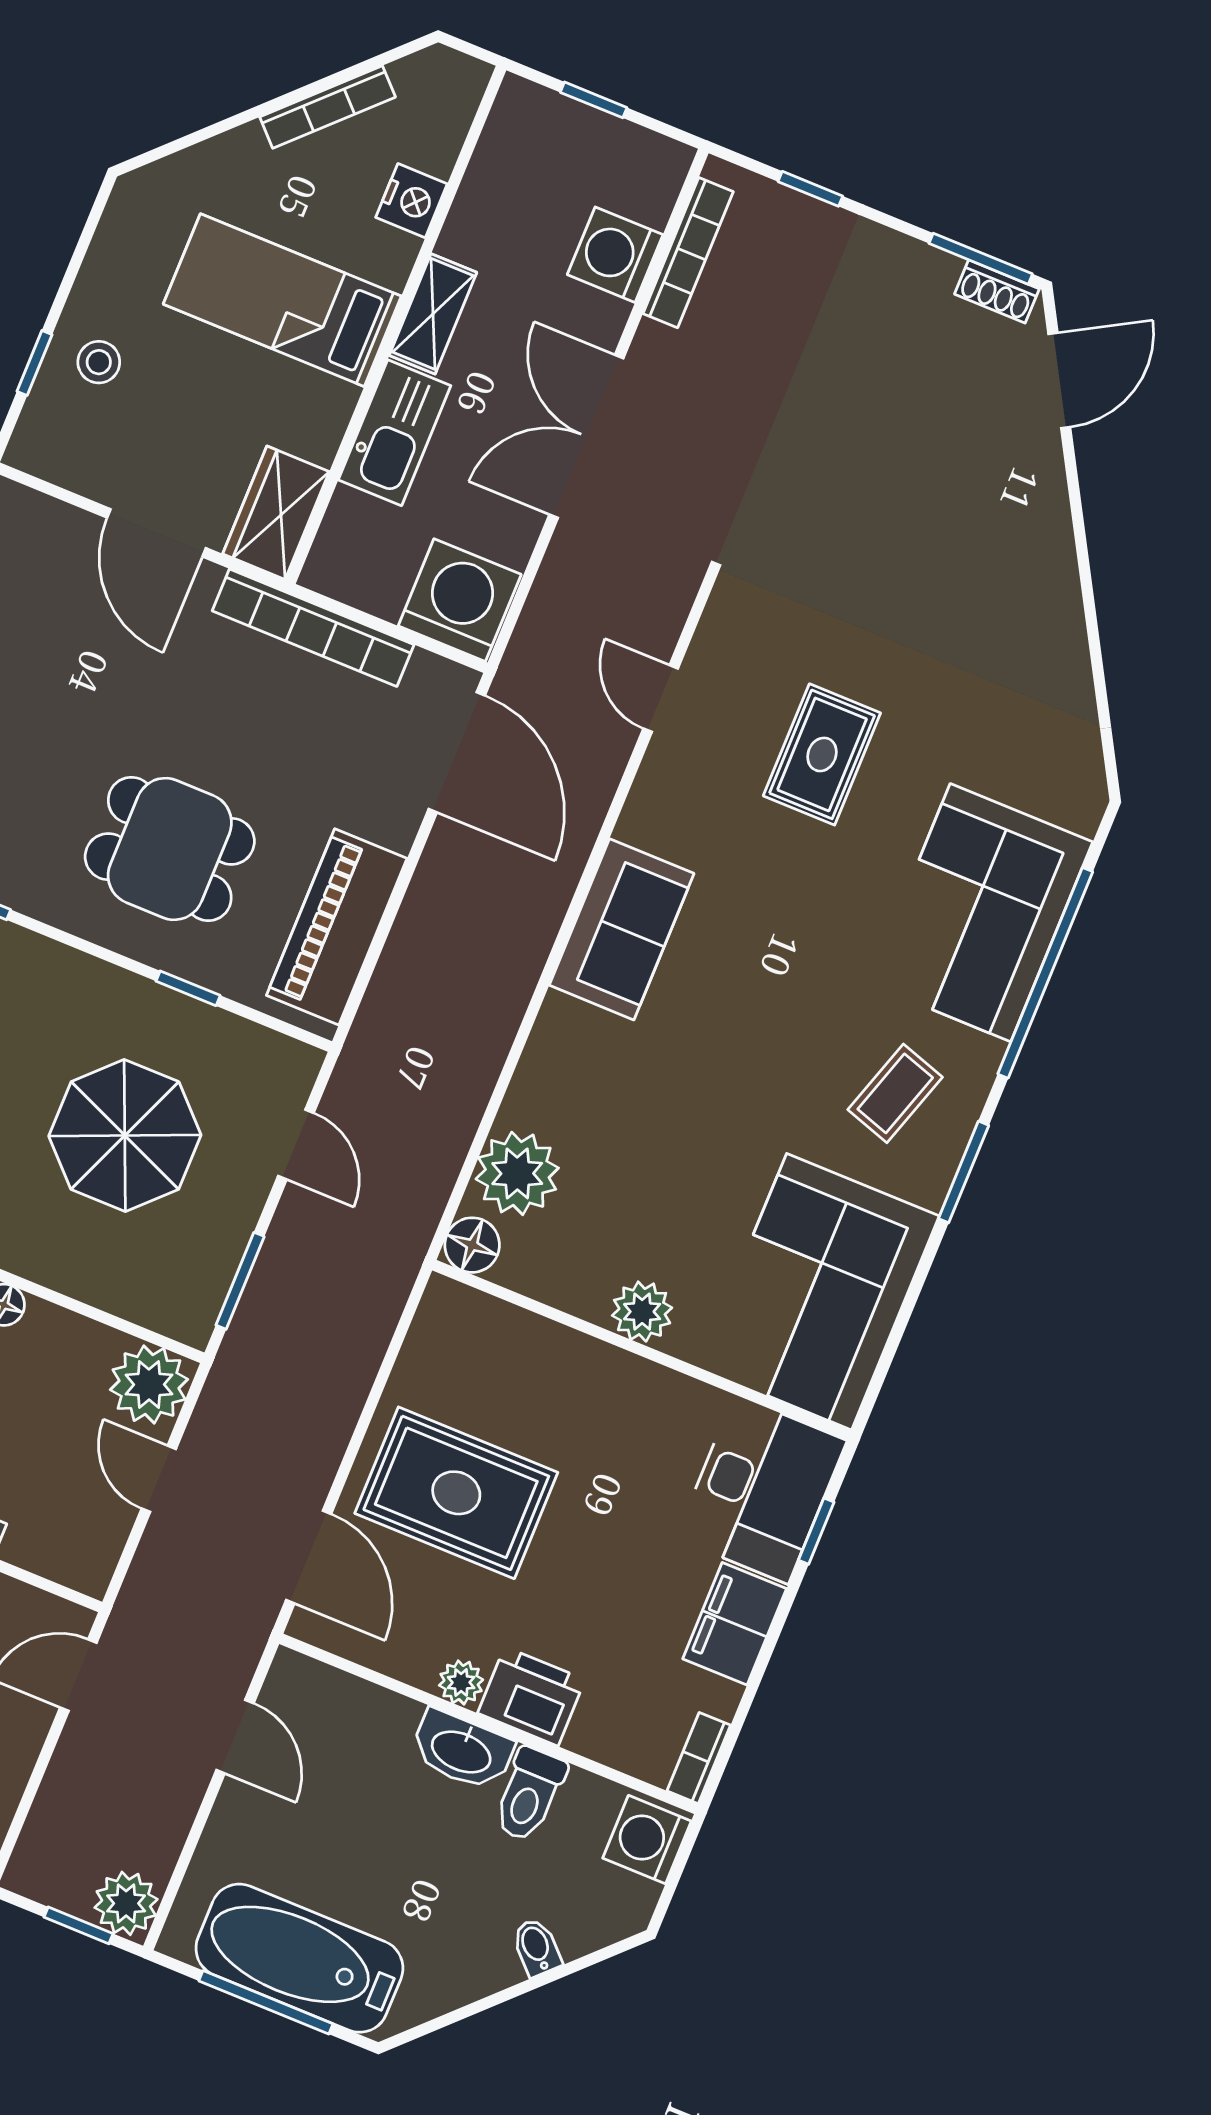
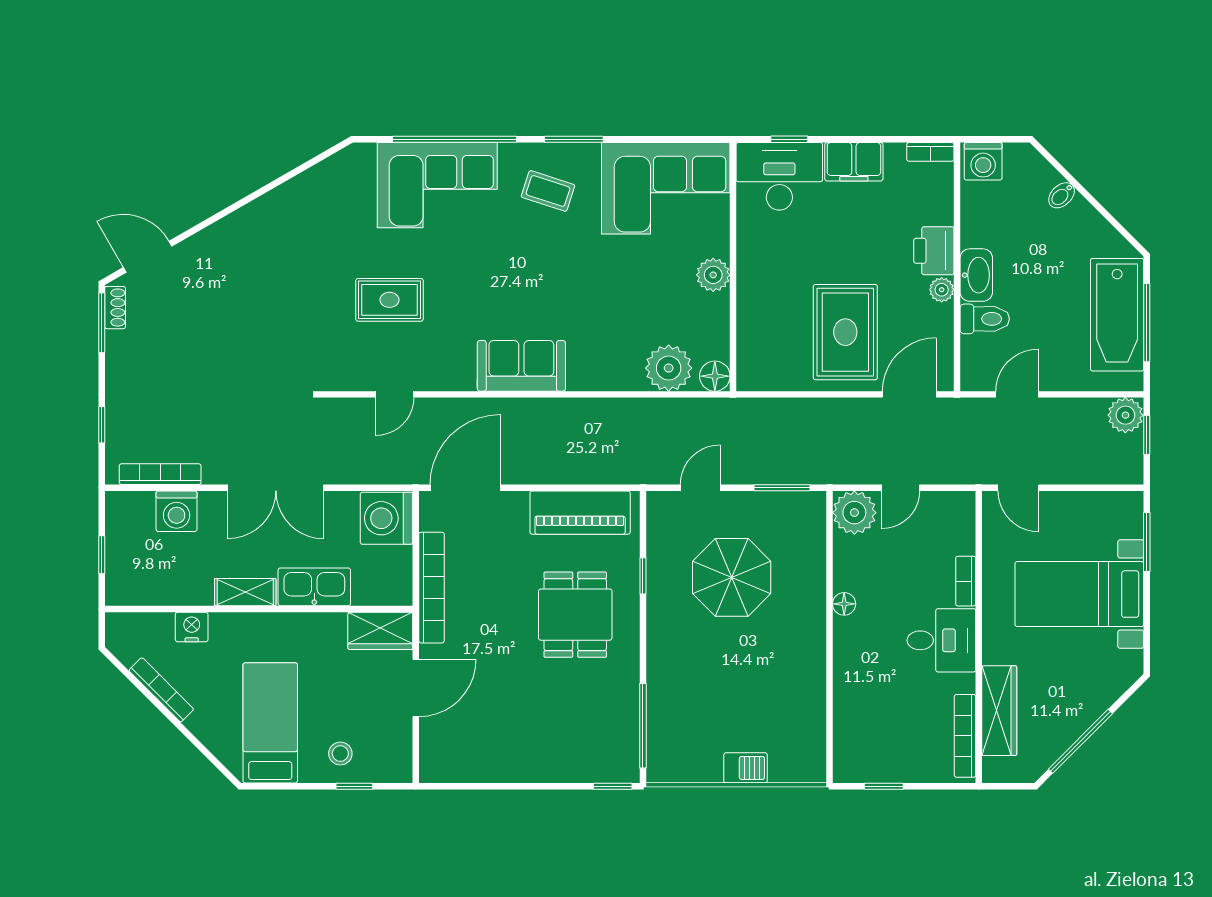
bed: (282, 300) -> (270, 723), moved, turned 180
toilet: (529, 1794) -> (985, 319), moved

